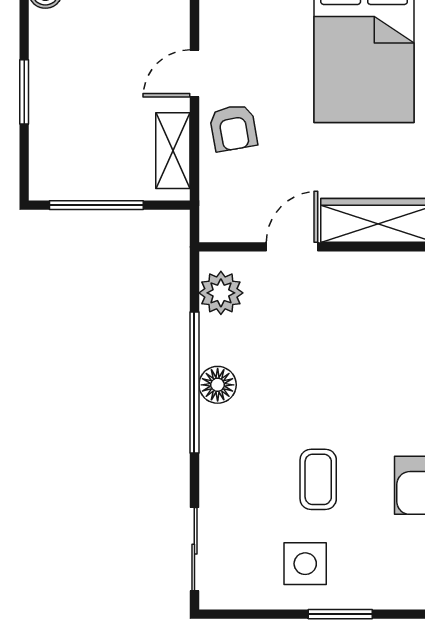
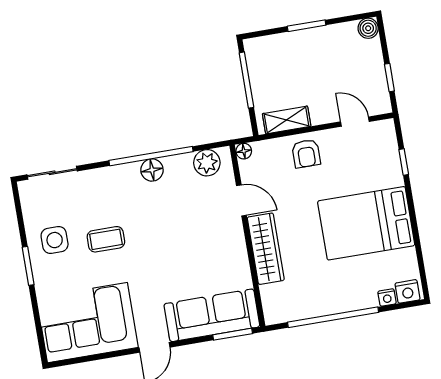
door: (194, 73) -> (355, 122), moved
armchair: (233, 128) -> (306, 154), turned -80
floor lamp: (212, 229) -> (244, 151), added

